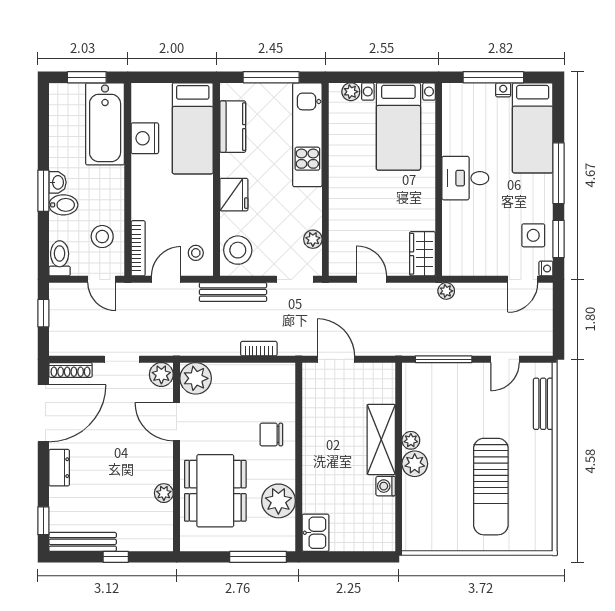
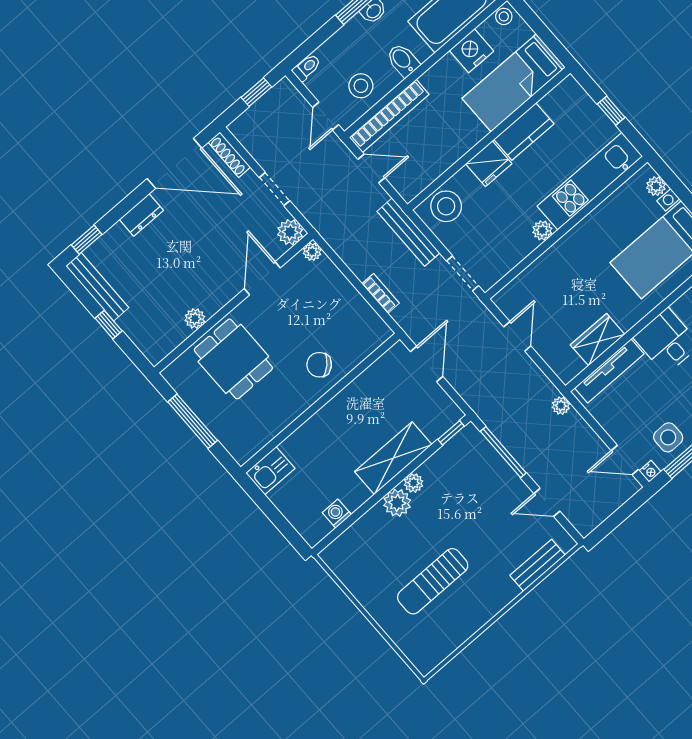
window: (271, 77) -> (611, 111), width x0.46
kitchen counter: (233, 127) -> (524, 132), moved
bidet: (63, 205) -> (403, 60), moved, turned 180
tv unit: (451, 236) -> (609, 371), added
plant: (313, 239) -> (542, 230), moved
bookcase: (138, 248) -> (389, 116), width x1.48, depth x1.31
stool: (196, 253) -> (504, 16), moved
wardrobe: (422, 254) -> (598, 340), moved
toilet: (60, 258) -> (307, 68), width x0.73, depth x0.72
plant: (196, 378) -> (312, 252), width x0.53, depth x0.53
window: (399, 384) -> (451, 433), added
chair: (271, 435) -> (319, 365), turned -44
washing machine: (386, 486) -> (337, 514), moved
sun lounger: (491, 487) -> (433, 581), width x0.73, depth x0.75
dining table: (215, 491) -> (233, 359), width x0.73
plant: (278, 501) -> (270, 418), removed
window: (258, 557) -> (193, 421), moved

